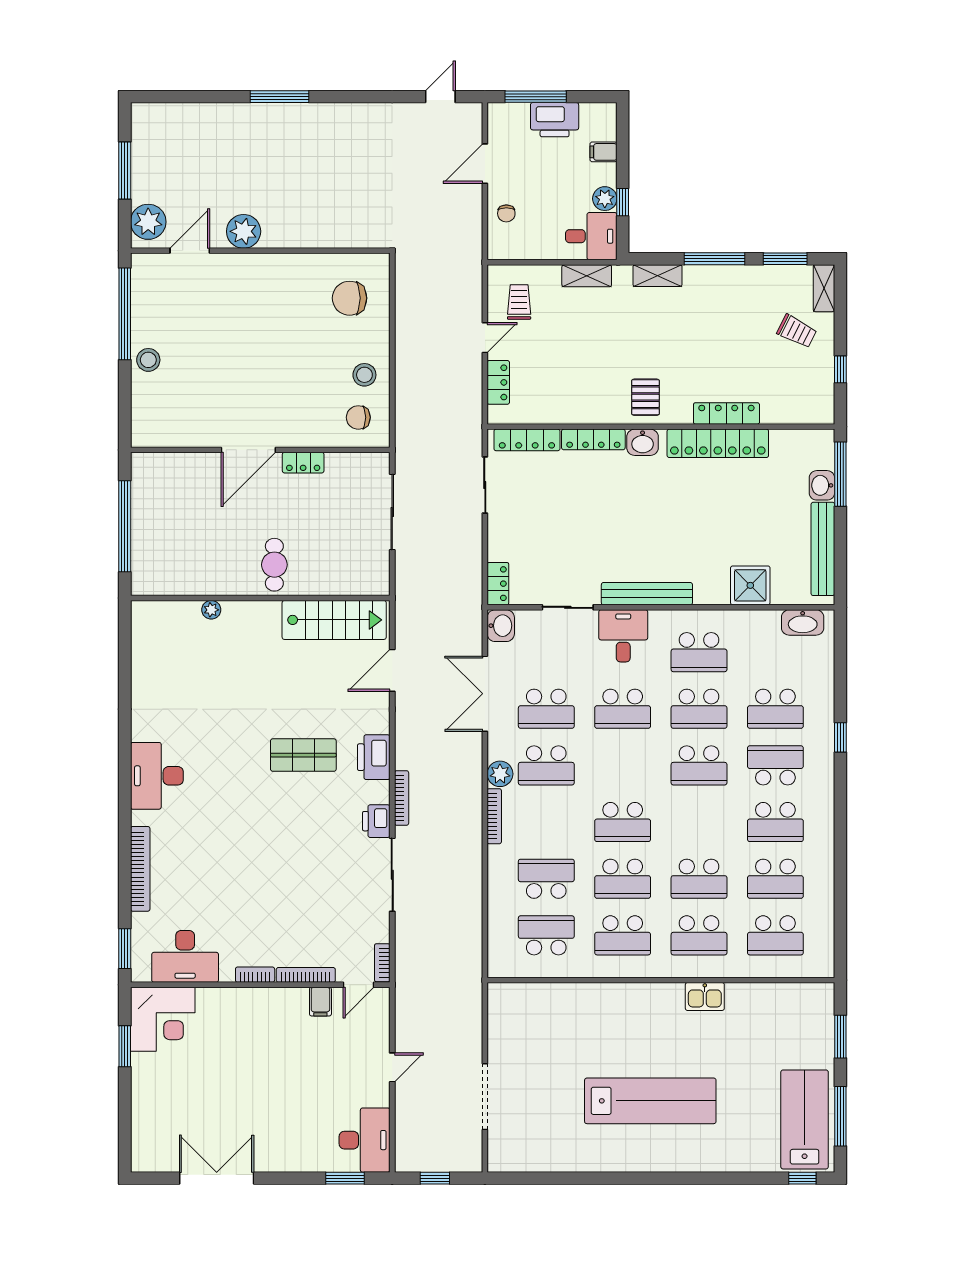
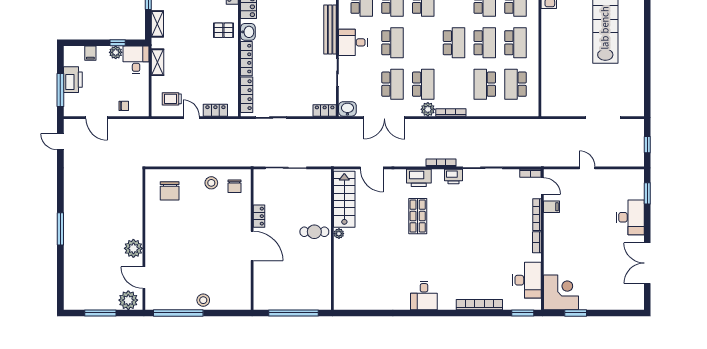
plant: (211, 610) -> (339, 234), moved
desk: (157, 776) -> (424, 295), width x0.73
desk: (365, 1140) -> (630, 217), moved, turned 90

